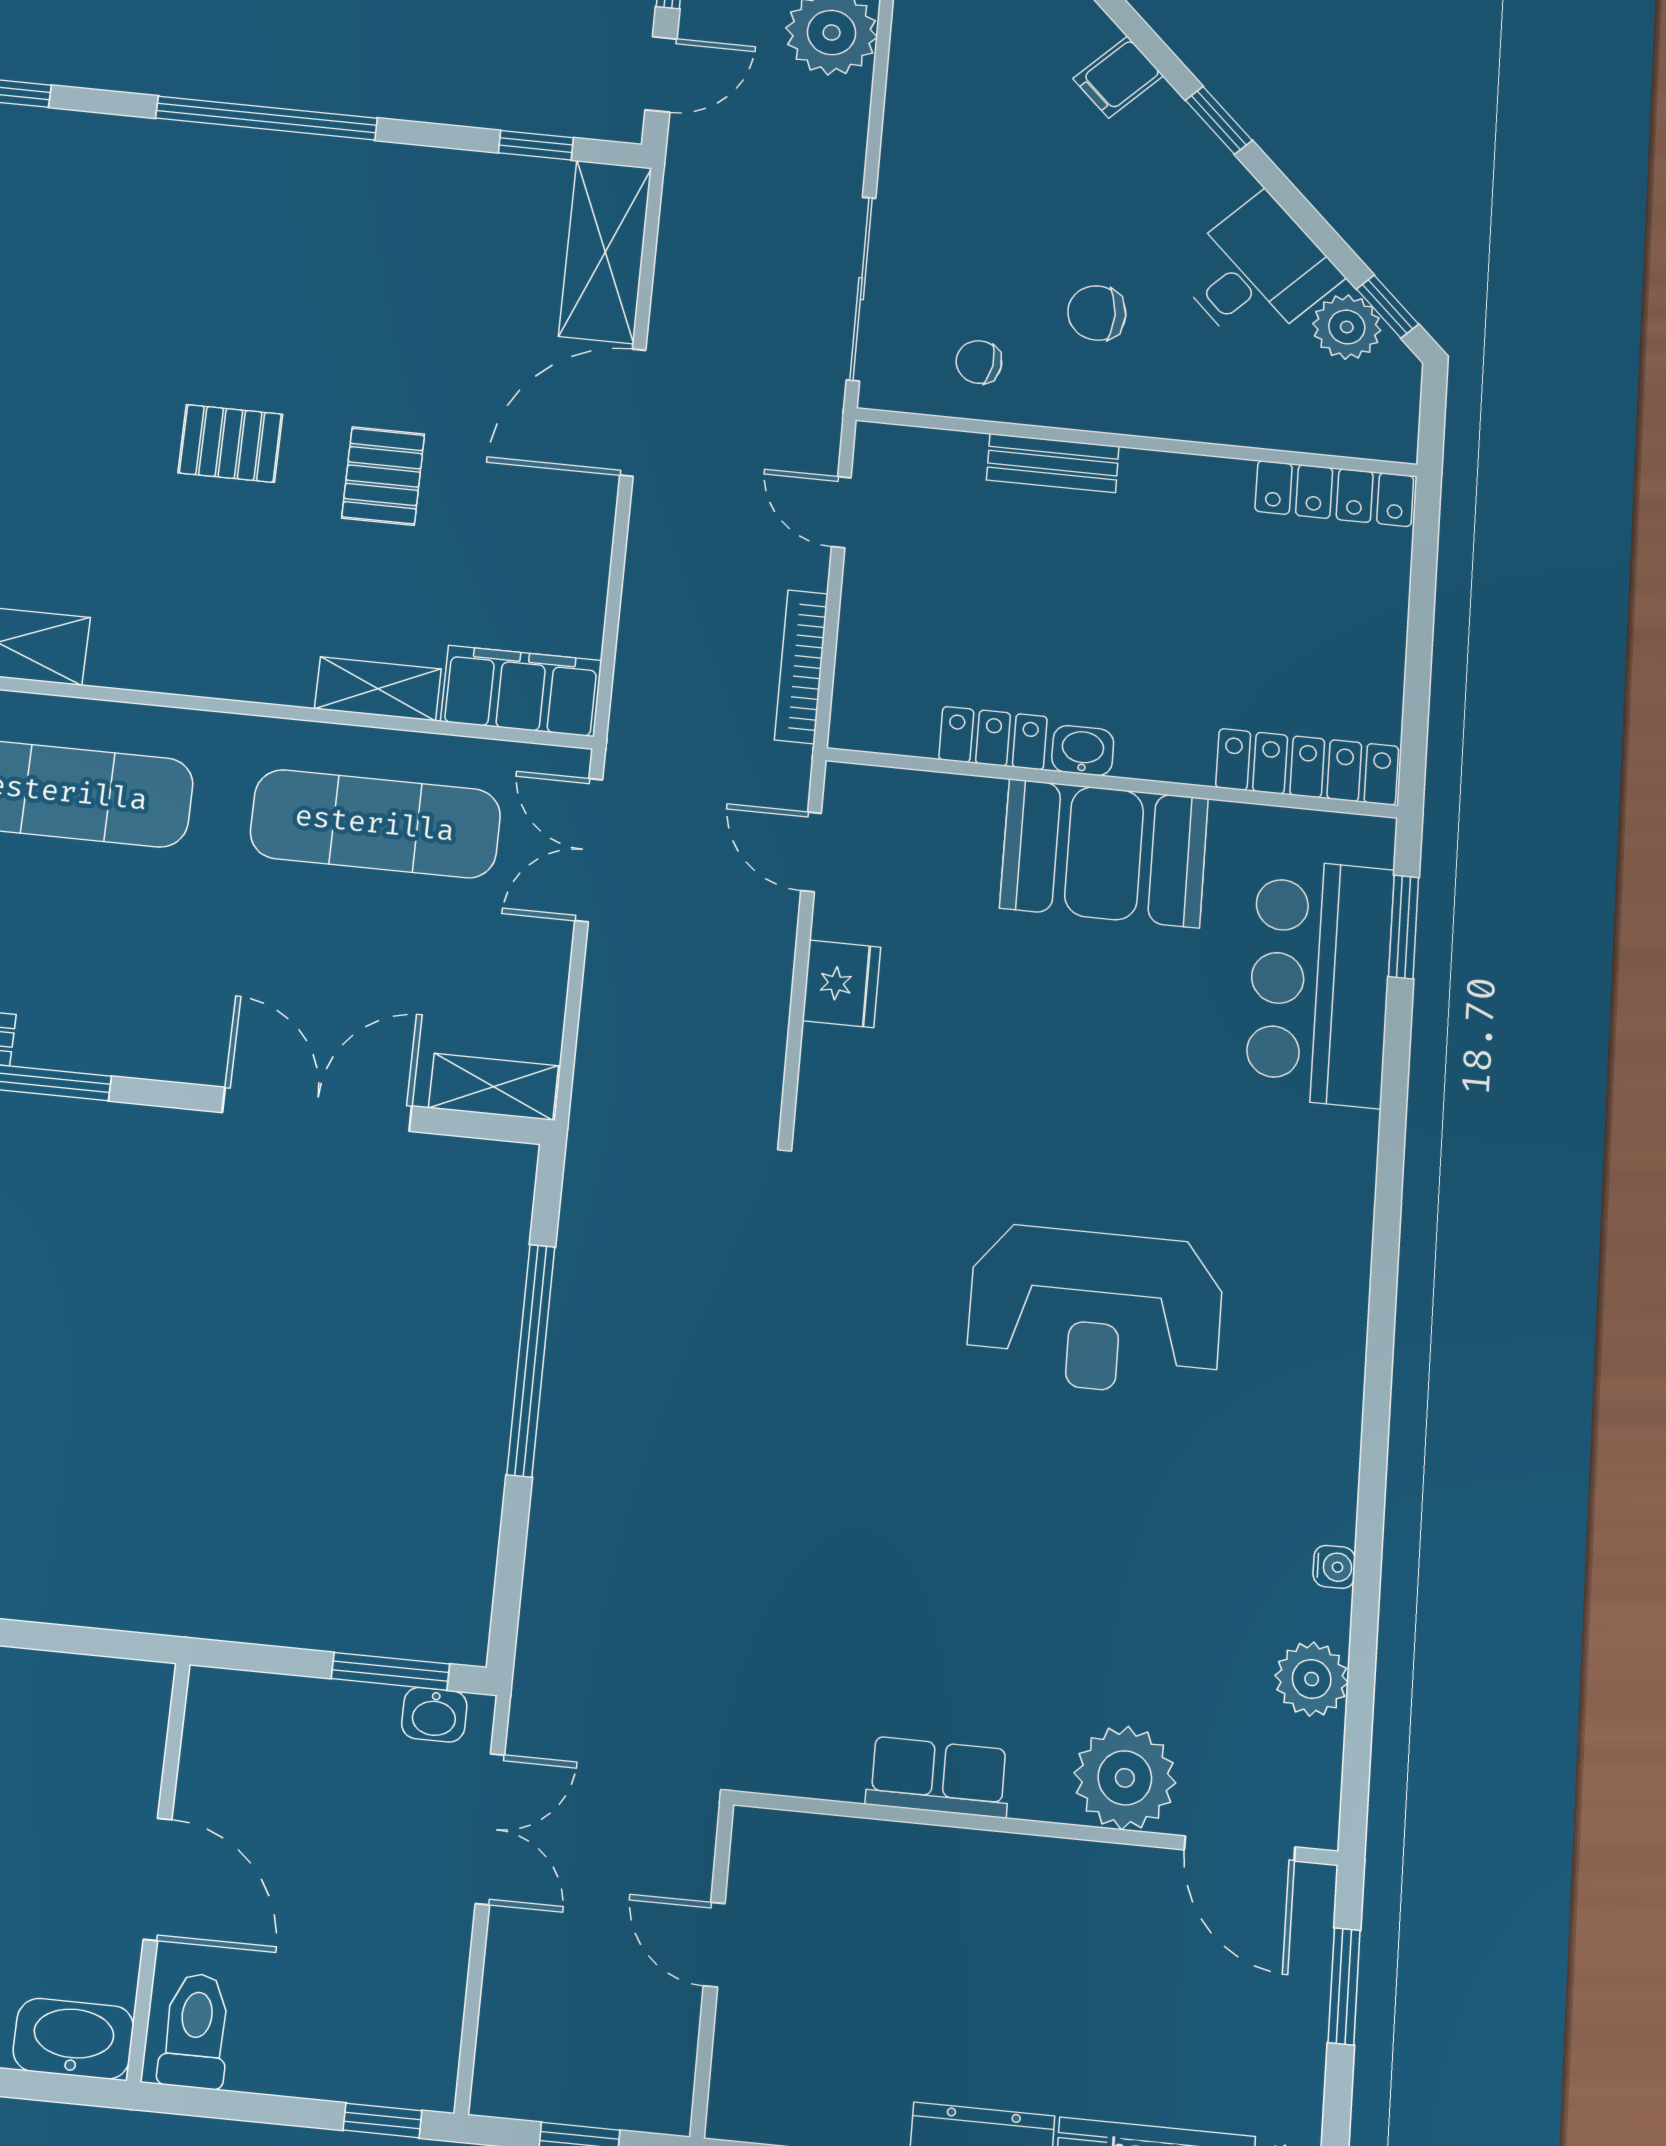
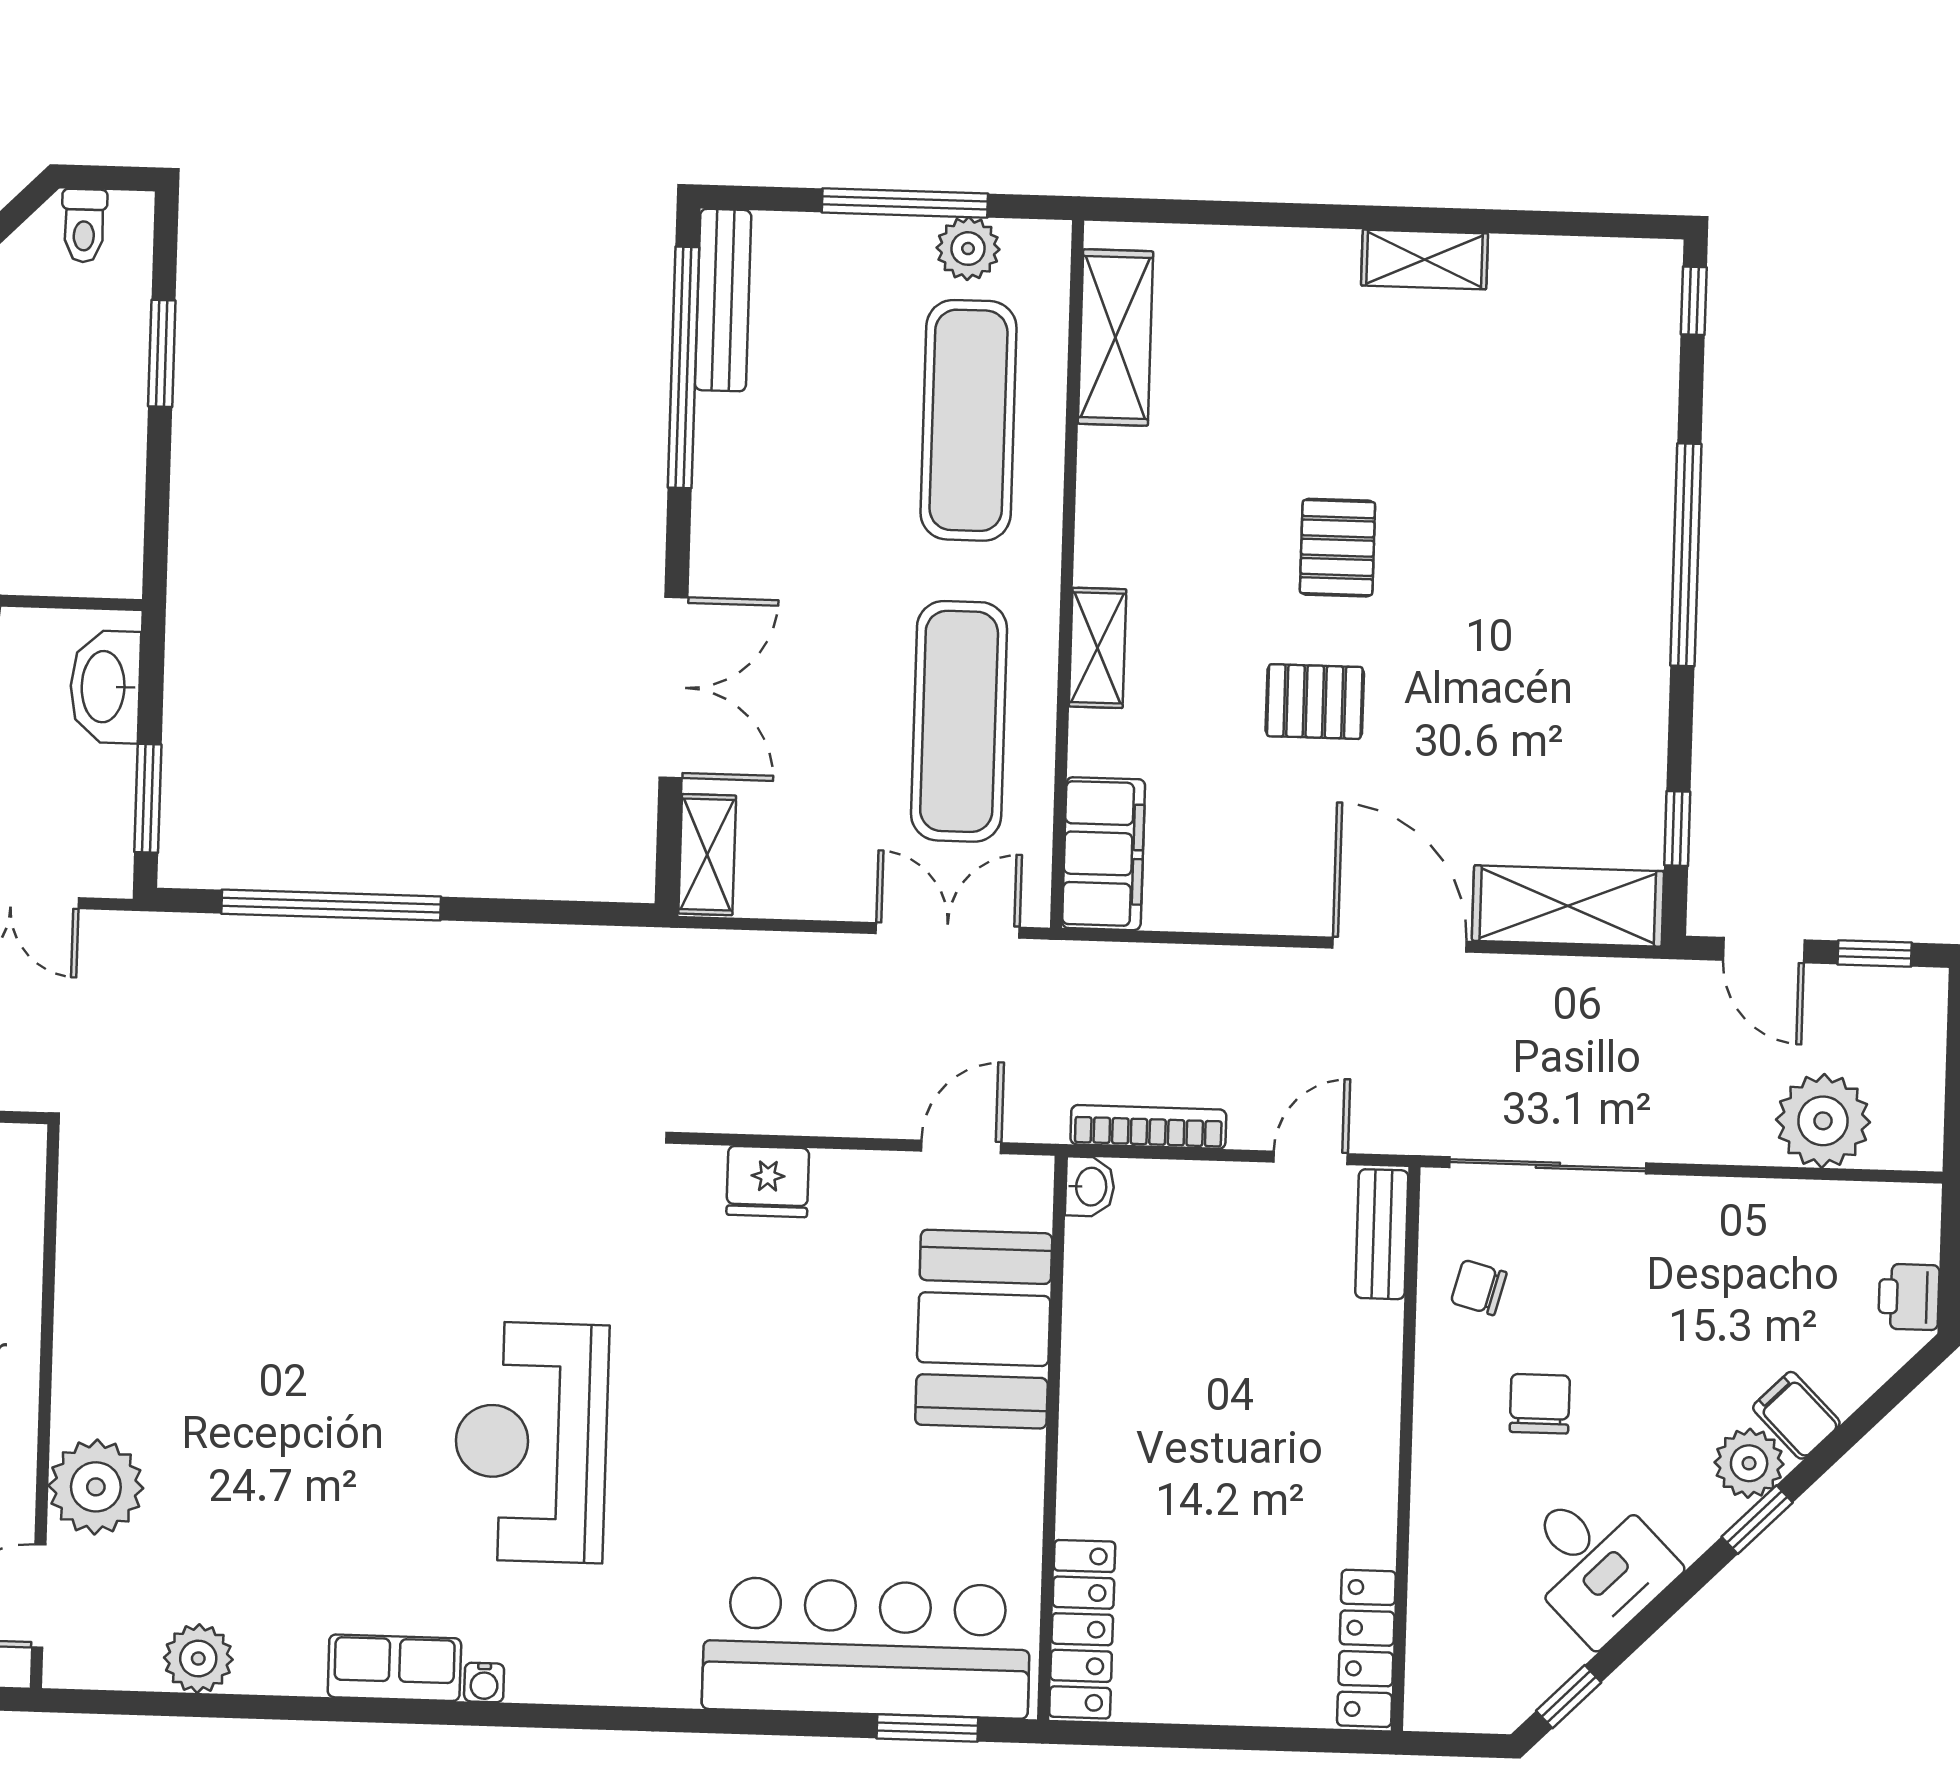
plant: (1347, 327) -> (1749, 1463), moved
chair: (979, 362) -> (1479, 1287), turned -84
bench: (1053, 463) -> (1382, 1234), moved
shelving: (378, 689) -> (1098, 648), moved
locker: (993, 738) -> (1089, 1319), removed
washbasin: (1083, 751) -> (1090, 1187), moved
booth: (1104, 853) -> (984, 1329), moved
bar counter: (1320, 982) -> (867, 1648), width x1.36
fridge: (841, 984) -> (768, 1181), moved
window: (531, 1360) -> (331, 905), moved
water cooler: (1334, 1567) -> (484, 1683), moved
washbasin: (434, 1715) -> (105, 687), moved, width x1.91, depth x1.45
row of seats: (938, 1777) -> (394, 1668), moved, turned -90

